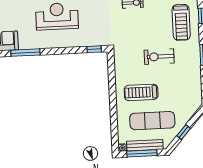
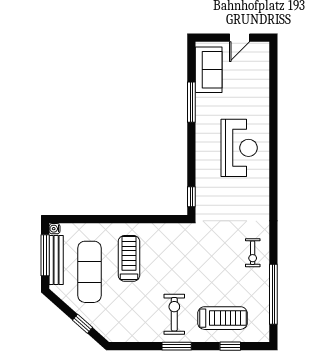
treadmill: (181, 22) -> (222, 318), turned 180
exercise bike: (159, 57) -> (174, 314), moved
window: (184, 132) -> (83, 324), moved

